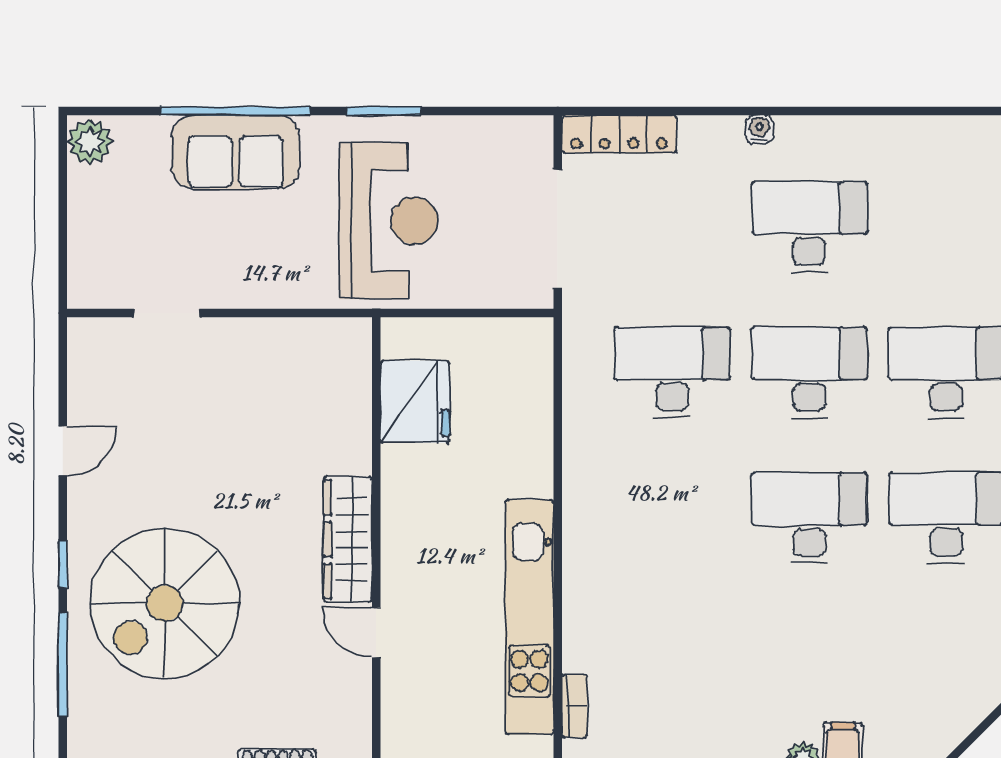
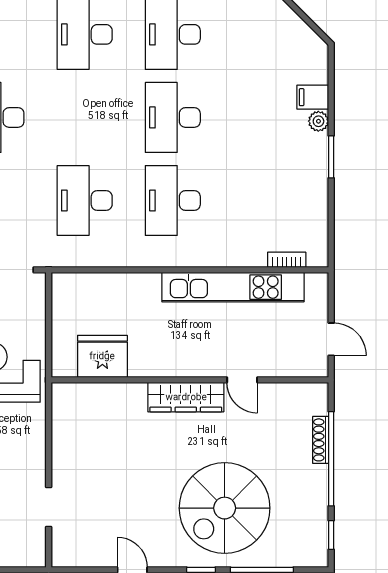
desk: (809, 372) -> (173, 201), moved
spiral stairs: (165, 603) -> (225, 508), turned 90
door: (376, 632) -> (242, 380), hinge flipped

